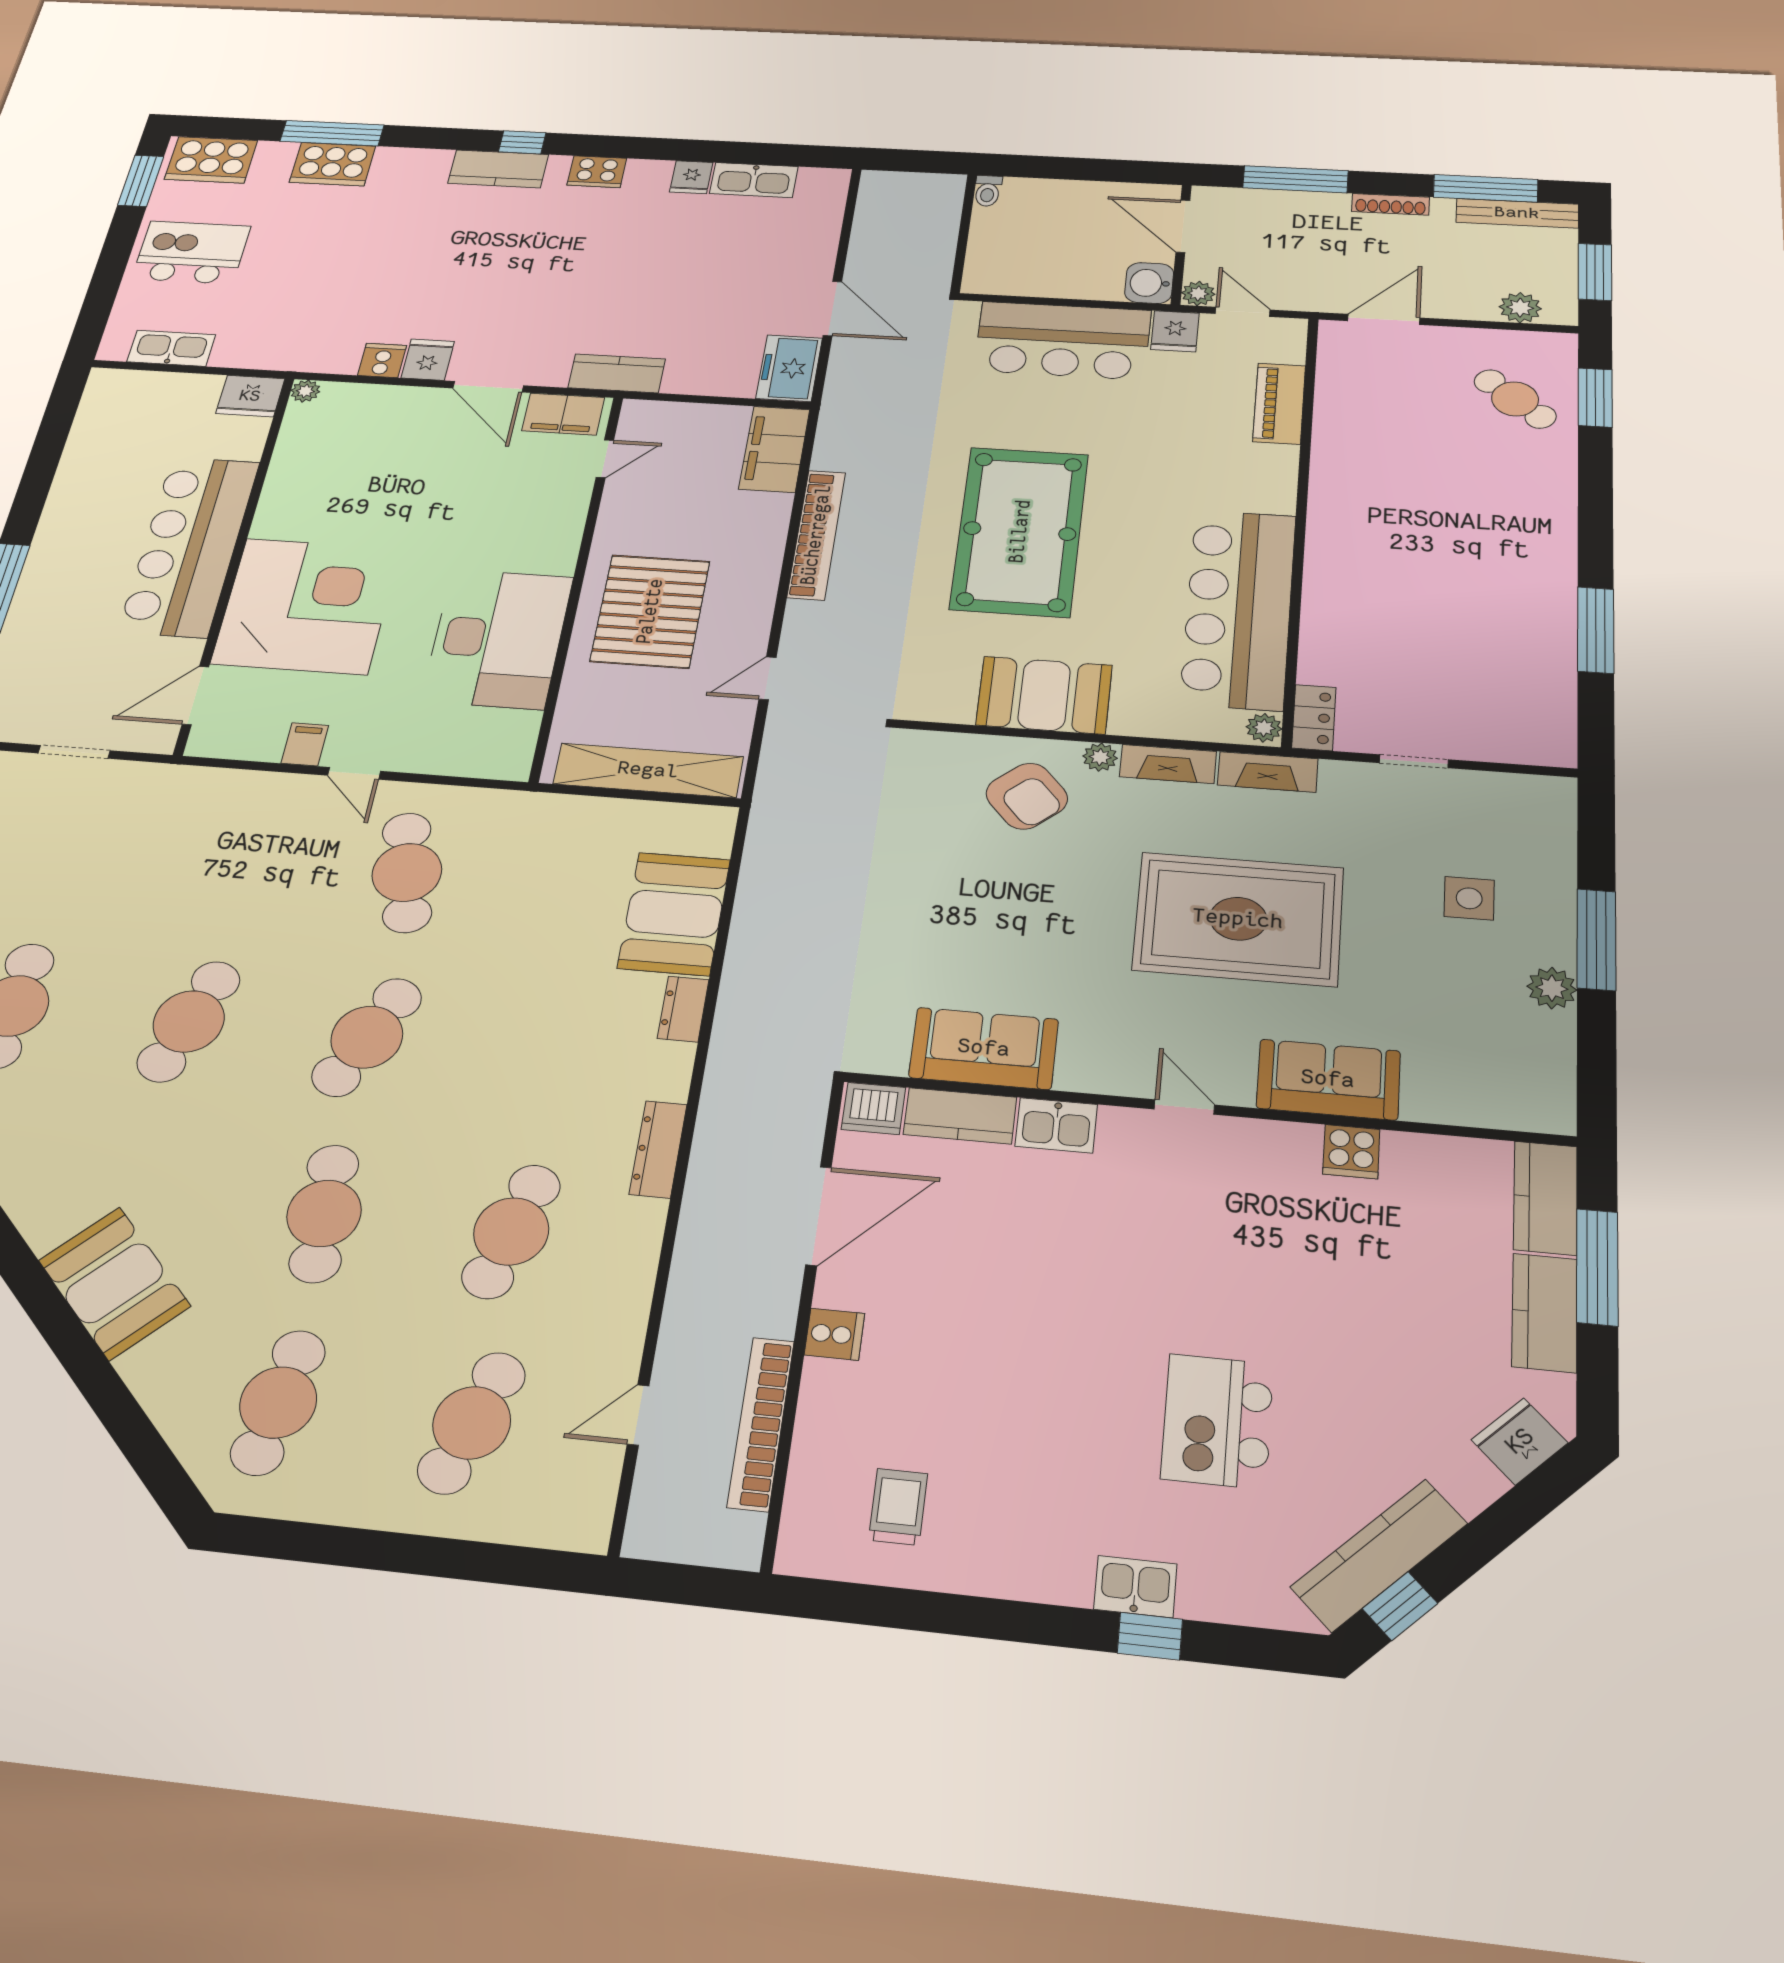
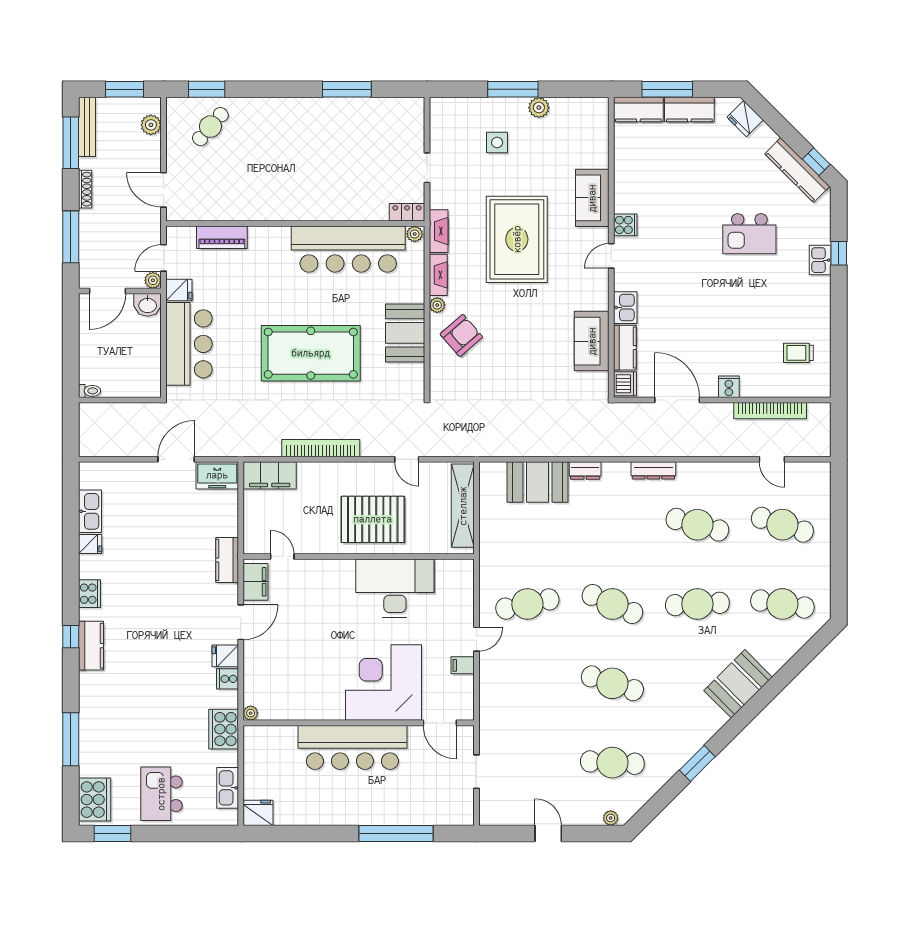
cooker: (332, 164) -> (224, 729), moved, turned 180
fridge: (250, 396) -> (258, 813), moved, turned -90
cooker: (1351, 1152) -> (625, 225), moved

